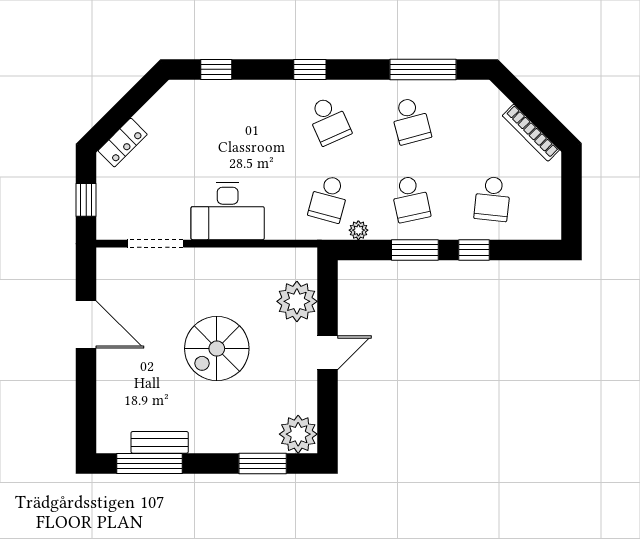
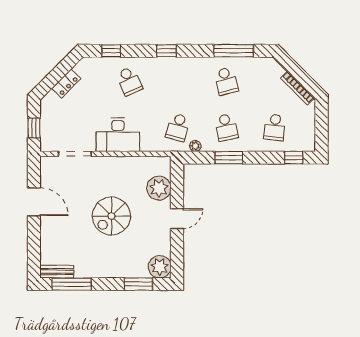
school desk: (329, 121) -> (129, 81), moved
locker: (123, 143) -> (66, 84), moved
window: (474, 250) -> (294, 158), moved
bench: (160, 442) -> (57, 272), moved

